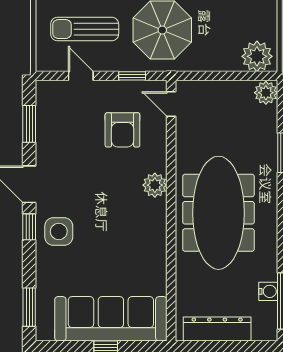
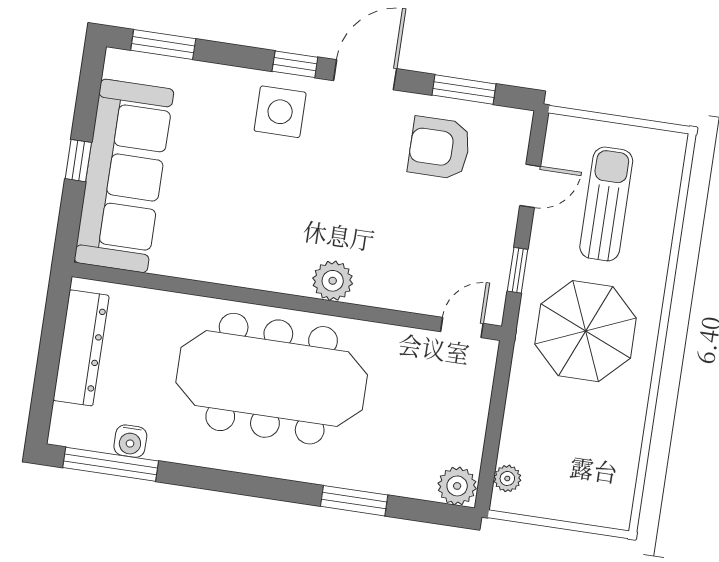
plant: (257, 56) -> (507, 478), width x0.53, depth x0.53
armchair: (122, 130) -> (439, 148), moved

